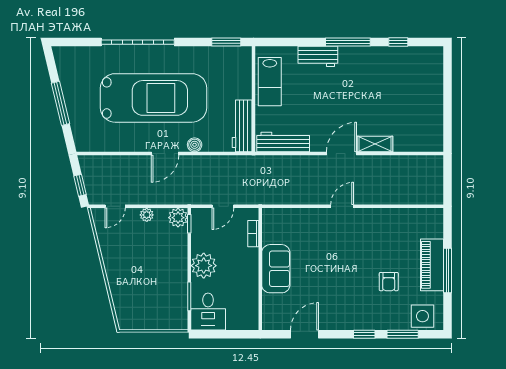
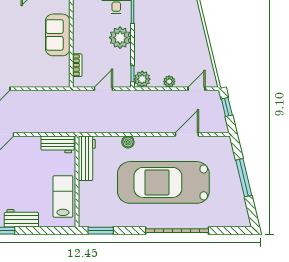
workbench: (283, 142) -> (58, 144), width x0.73
door: (165, 154) -> (187, 134), moved

